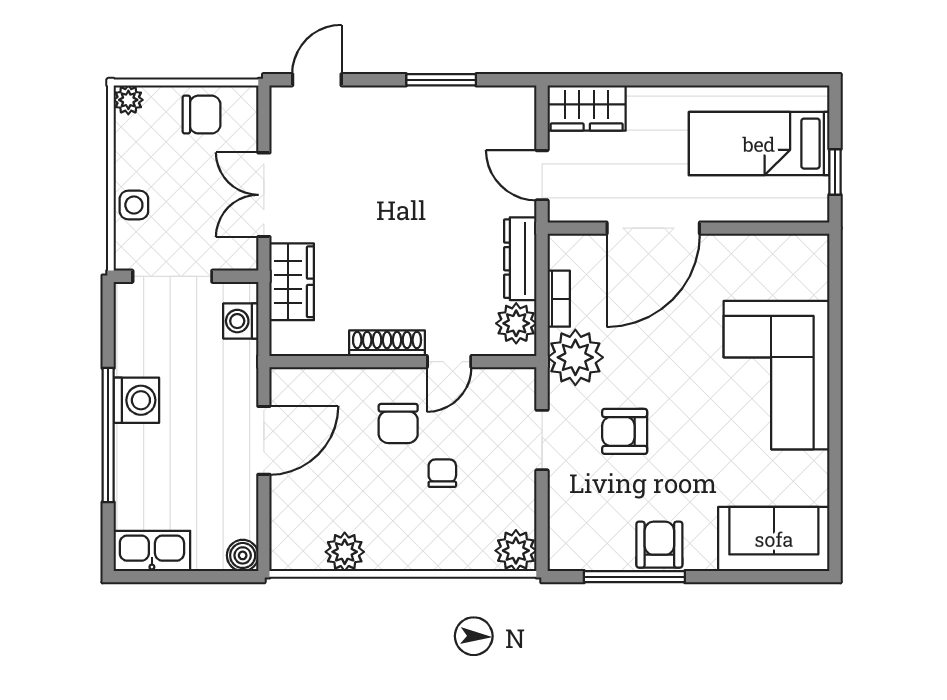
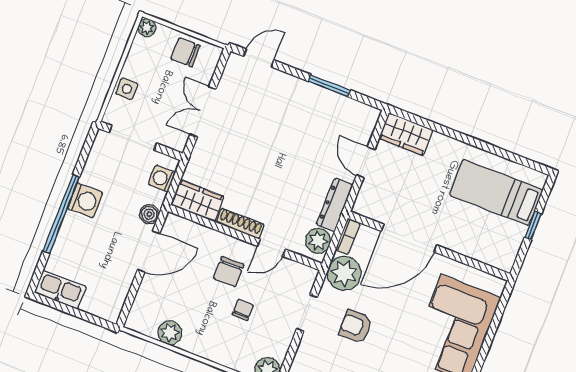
chair: (202, 115) -> (185, 52), turned 180
door: (653, 228) -> (409, 238), moved
wall: (688, 228) -> (429, 246), moved
wardrobe: (292, 282) -> (197, 201), moved, turned -90
boiler: (243, 555) -> (149, 214), moved

